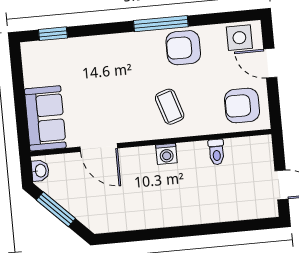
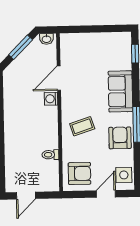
armchair: (242, 106) -> (79, 173), turned 90
sofa: (45, 118) -> (120, 91), moved, turned 90
washing machine: (166, 154) -> (51, 99), moved

